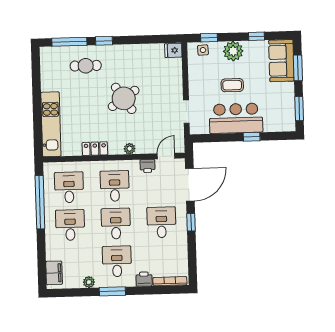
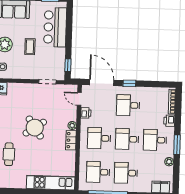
bar counter: (236, 118) -> (55, 27), moved
window: (252, 137) -> (68, 65), moved
locker: (95, 149) -> (71, 140), moved

